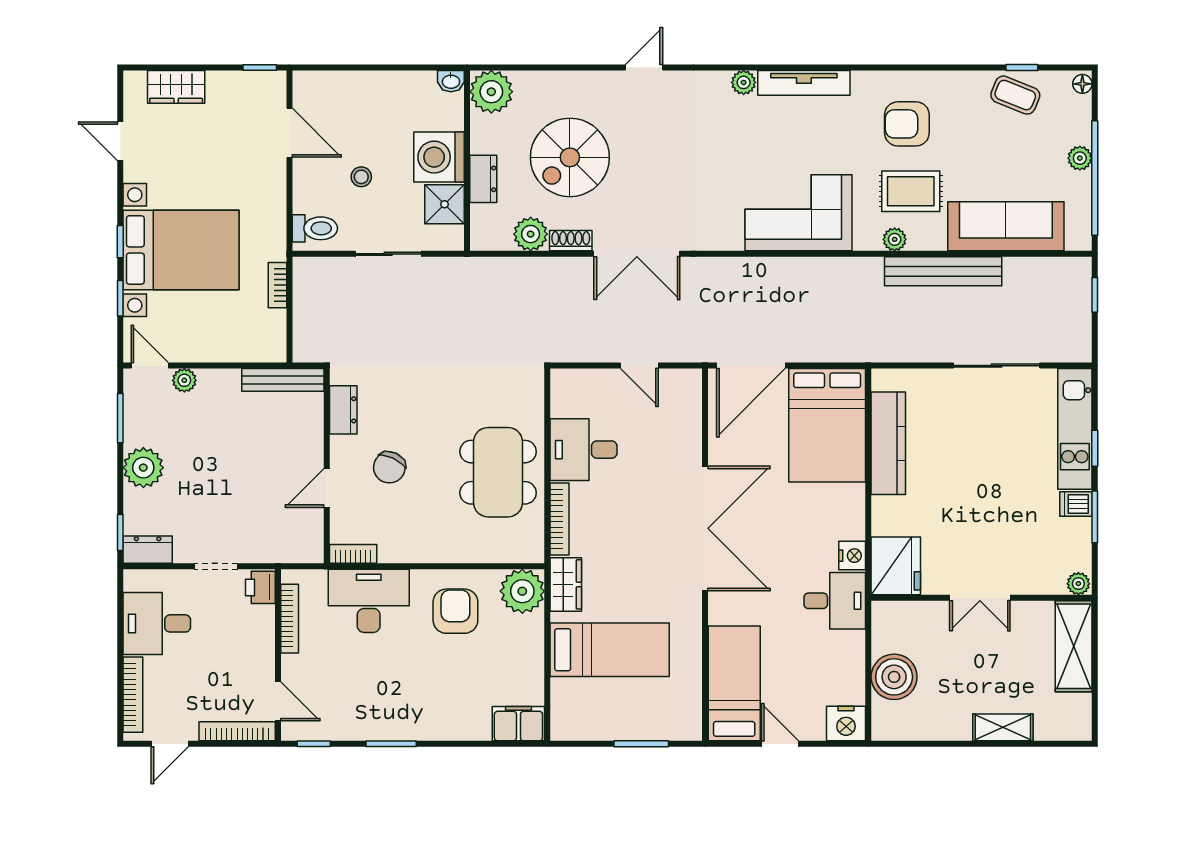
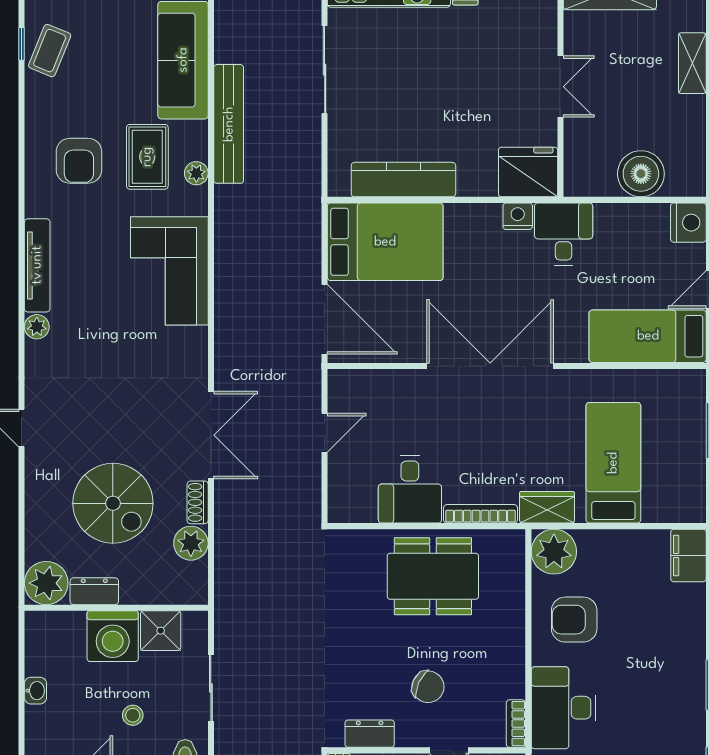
washbasin: (451, 81) -> (35, 691), moved
dresser: (483, 179) -> (94, 591), moved

